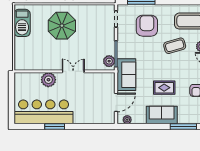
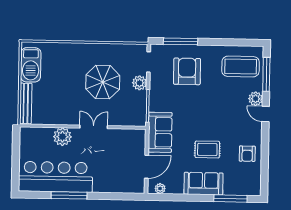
parasol: (62, 26) -> (103, 82), moved
coffee table: (175, 46) -> (221, 97), removed
bench: (19, 54) -> (26, 103), added
plant: (109, 61) -> (140, 83), moved
window: (55, 126) -> (69, 195), width x1.44

